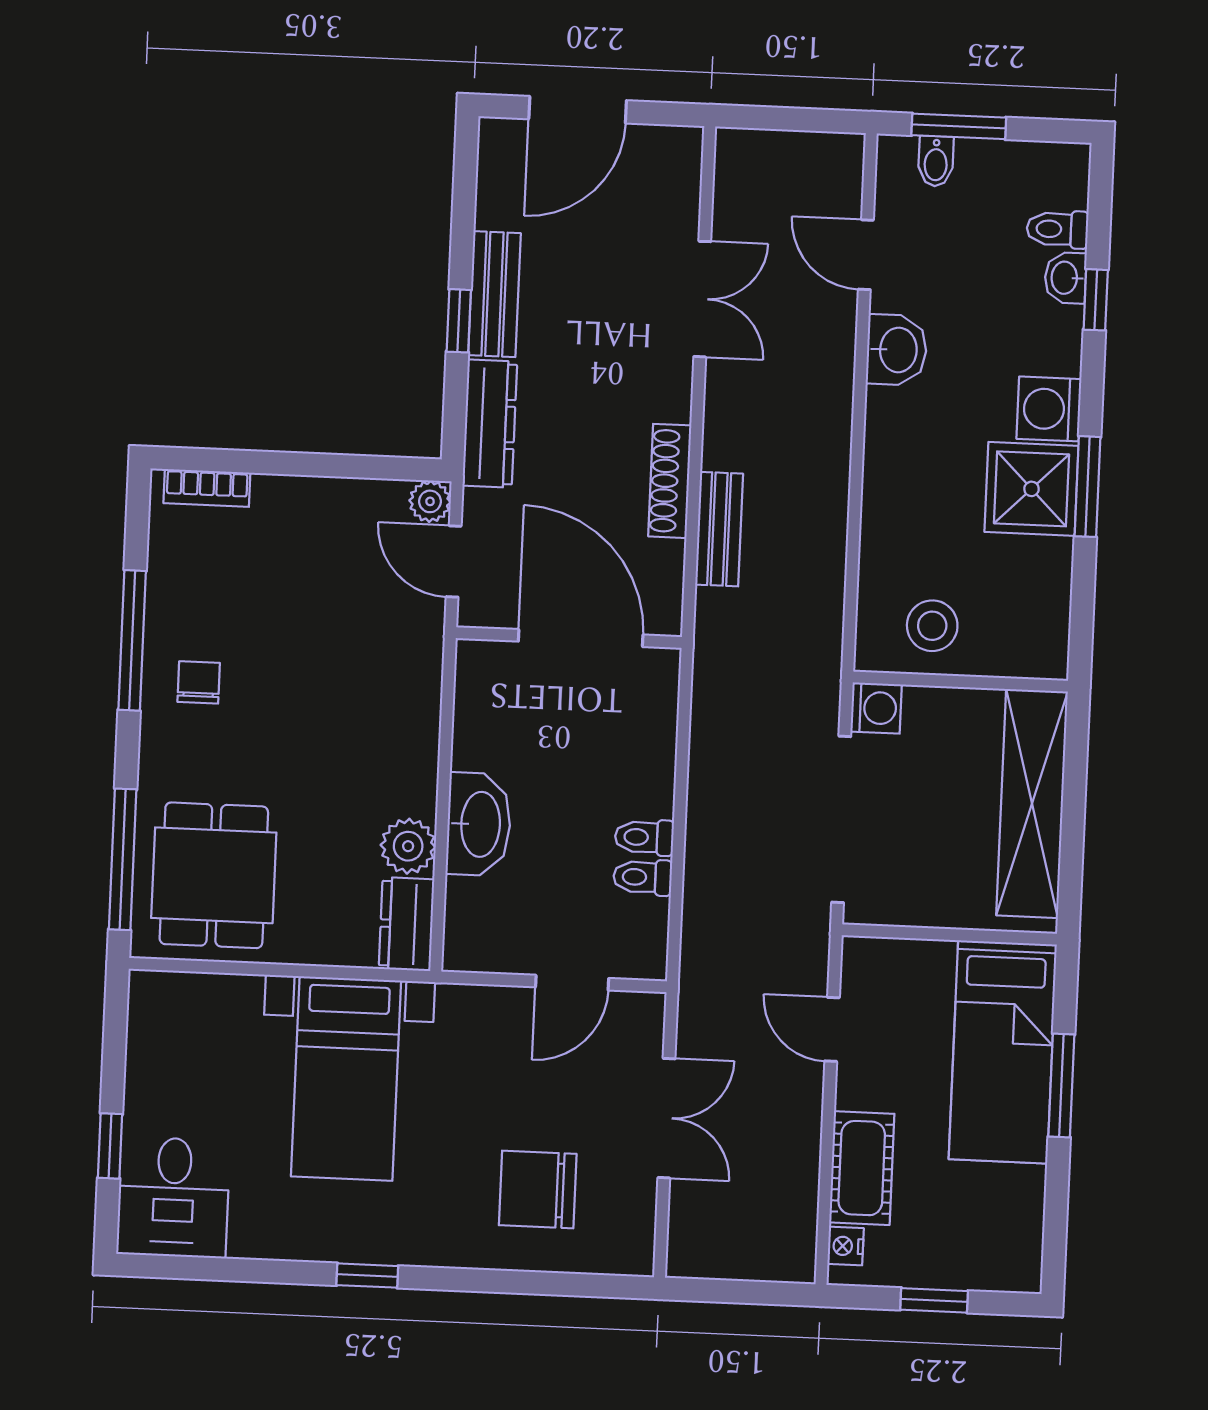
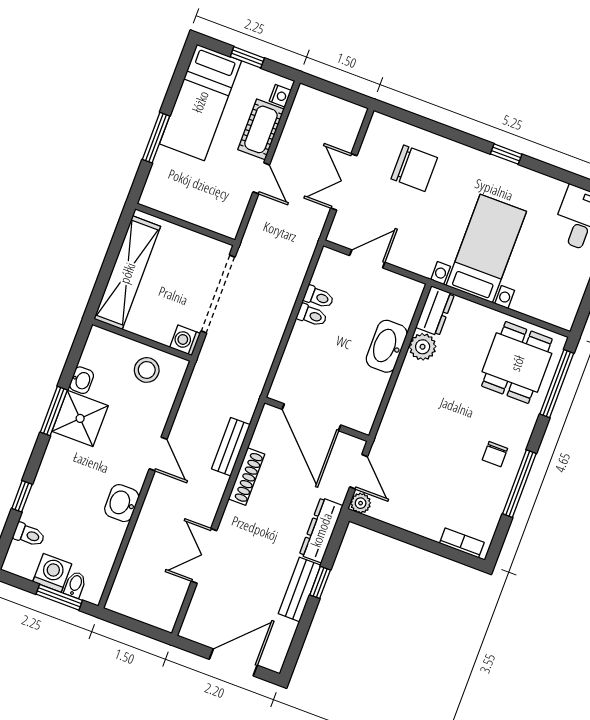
door: (866, 255) -> (158, 454), moved
washbasin: (1065, 278) -> (82, 380), moved
washing machine: (1049, 409) -> (52, 573), moved, turned -90
door: (832, 1029) -> (261, 178), moved
bed: (1003, 1052) -> (200, 102), moved, turned 180

